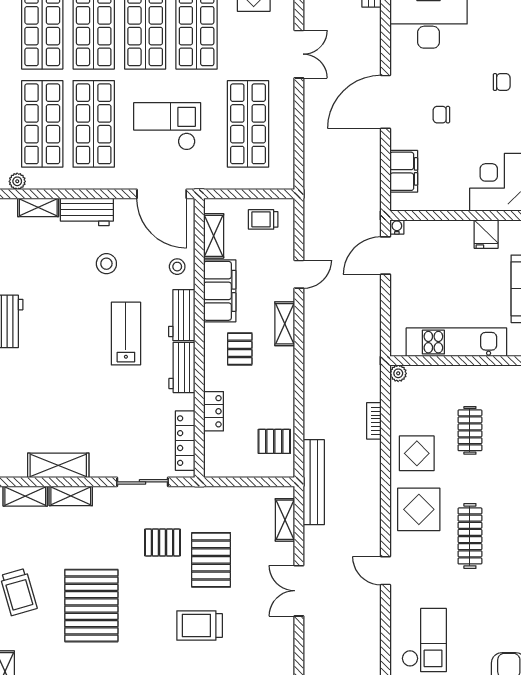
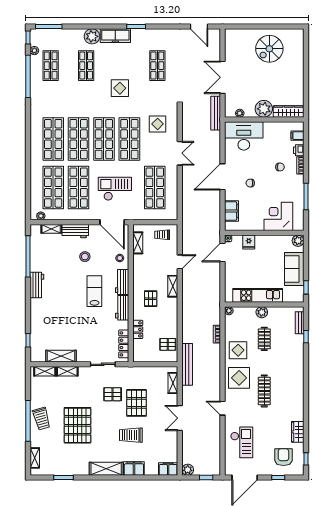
fridge: (486, 234) -> (249, 242), moved
filing cabinet: (220, 291) -> (141, 270), removed
plant: (465, 376) -> (262, 312), added

